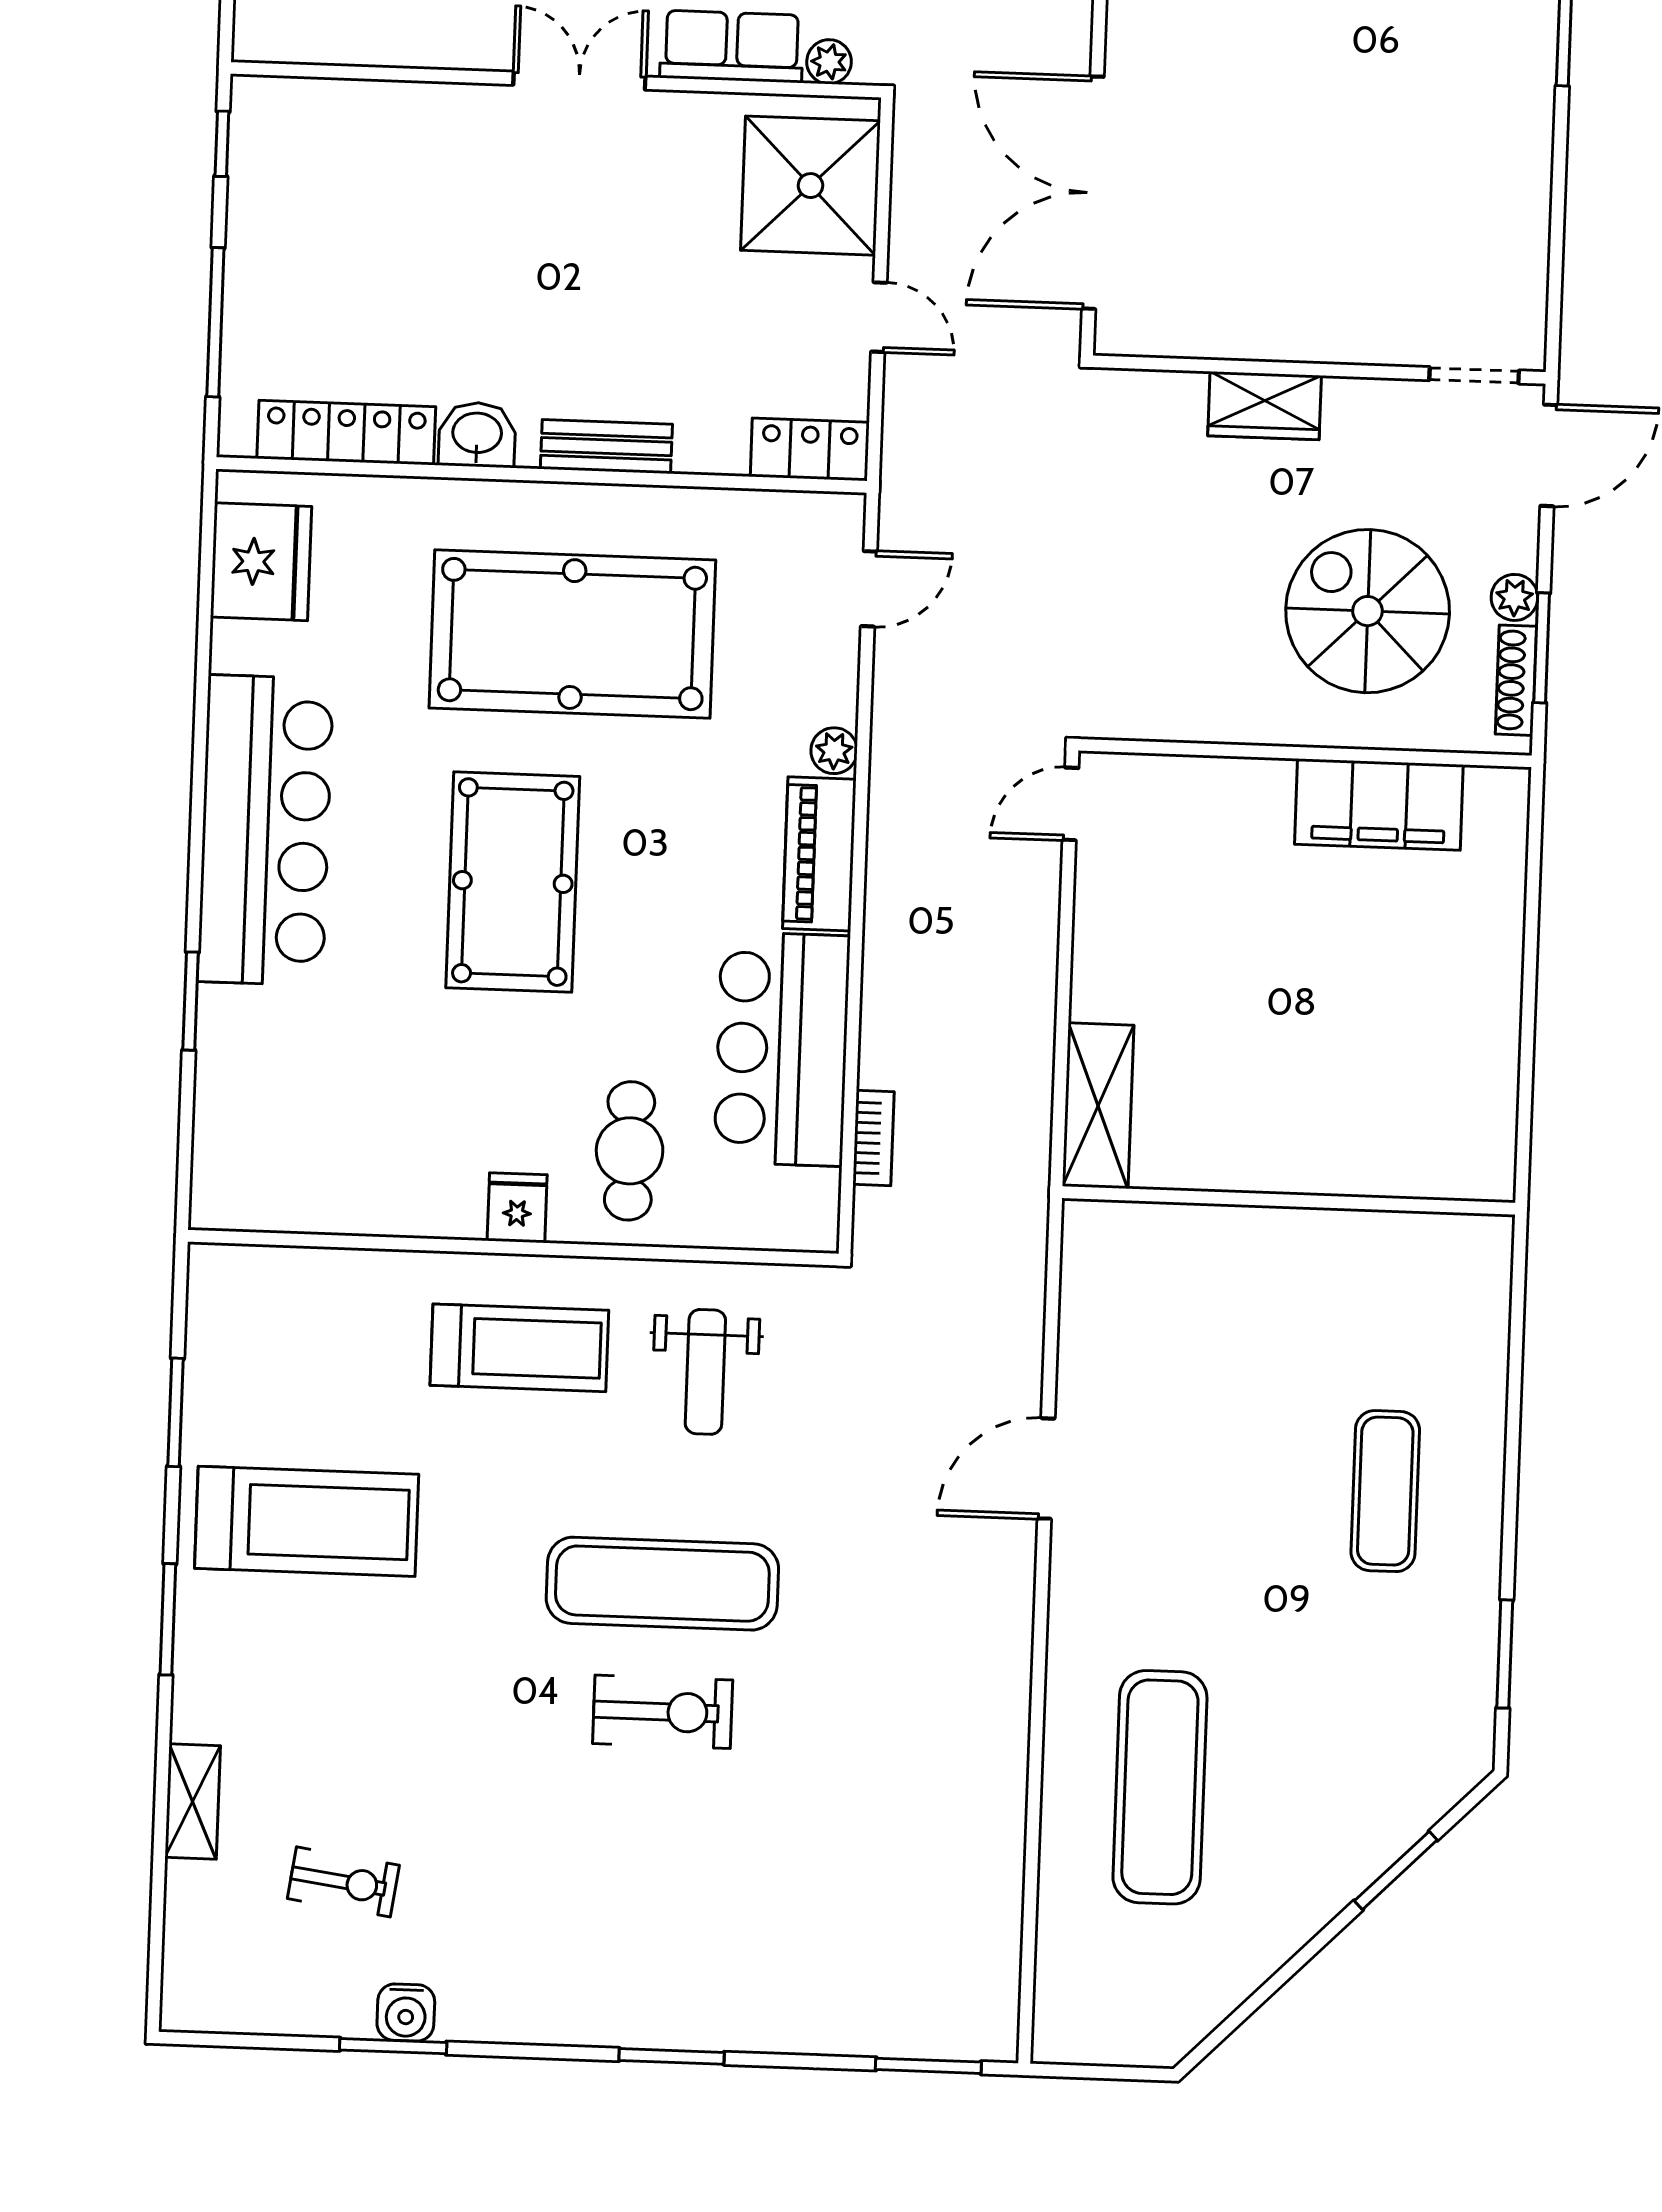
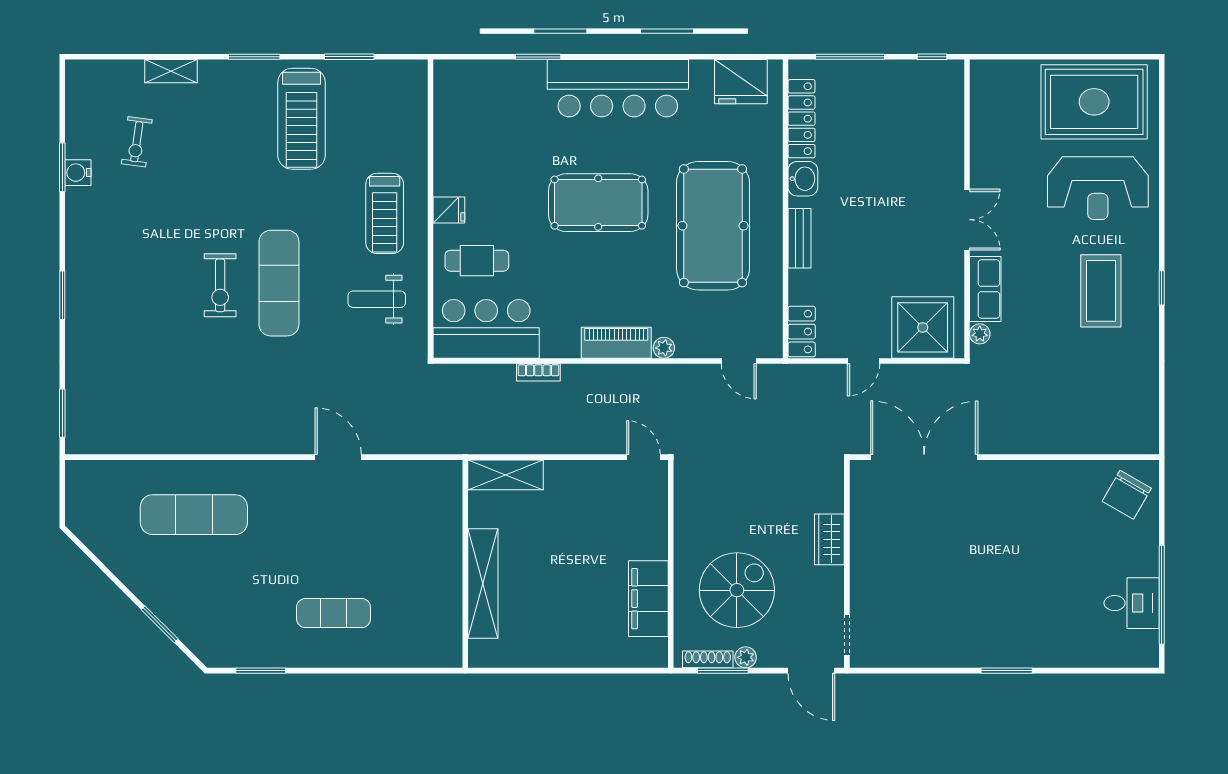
bar counter: (782, 1049) -> (486, 329), moved
bookcase: (874, 1138) -> (538, 372), moved
shelving: (1333, 1164) -> (483, 584), added

